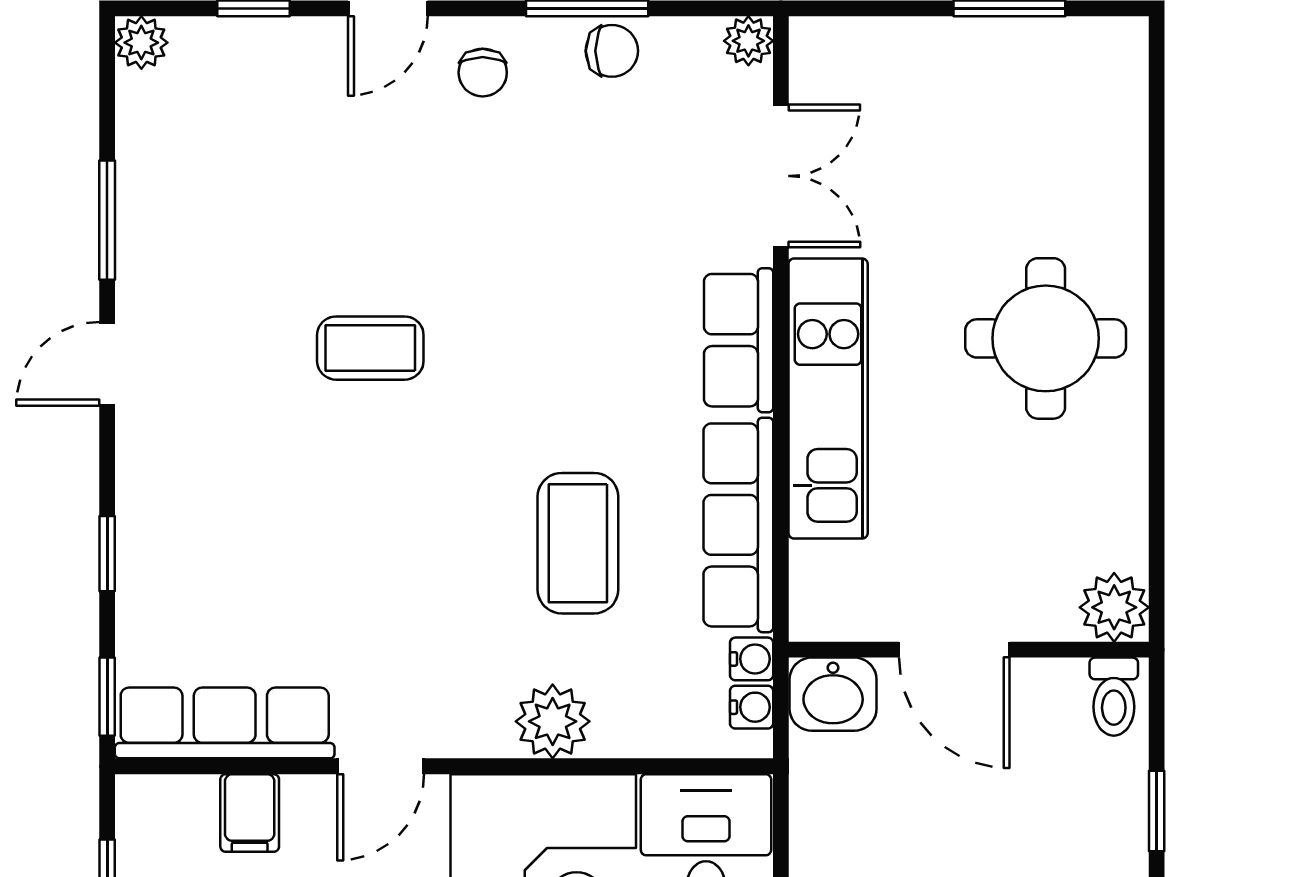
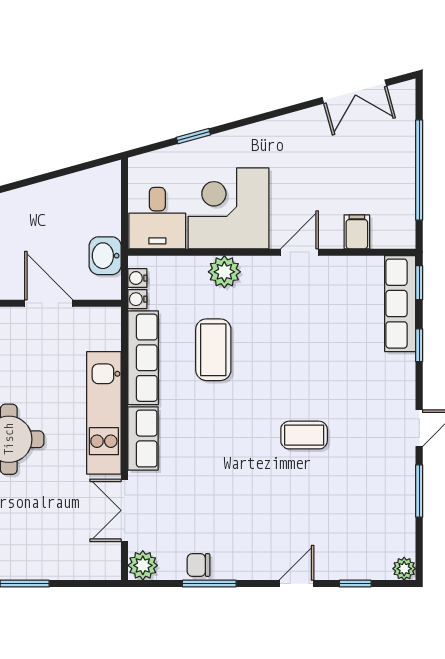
plant: (748, 41) -> (143, 565), width x1.38, depth x1.38
chair: (483, 73) -> (255, 556), removed
washbasin: (833, 694) -> (105, 256), moved, turned -90
row of seats: (225, 723) -> (400, 304), moved, turned 90

